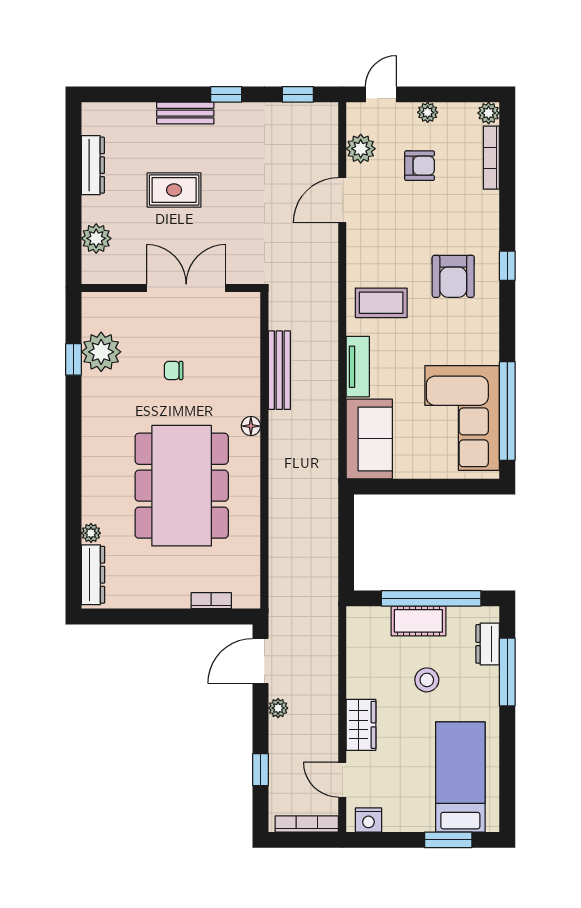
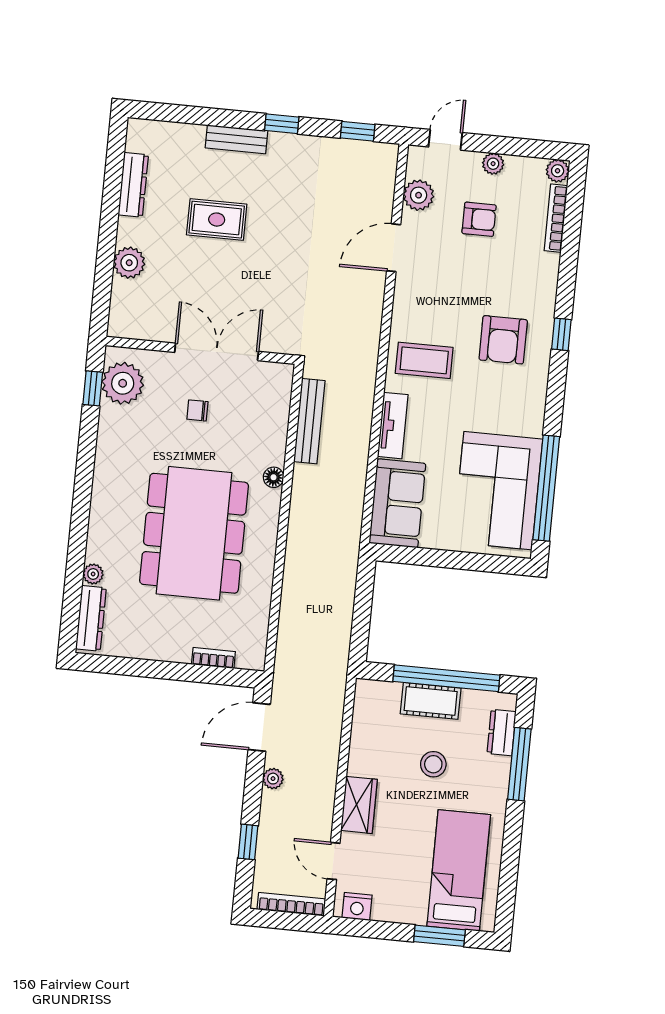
wall: (171, 288) -> (200, 350), moved
double door: (186, 288) -> (217, 352), moved

